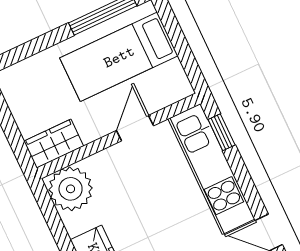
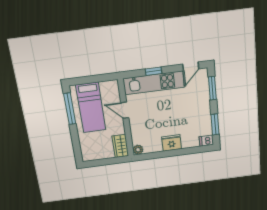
window: (222, 132) -> (154, 71), moved
plant: (71, 189) -> (138, 150), width x0.53, depth x0.53

